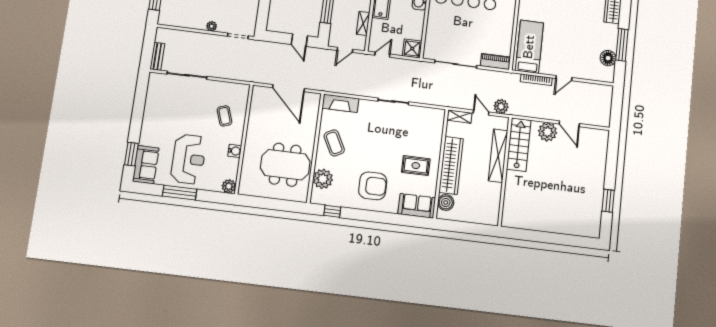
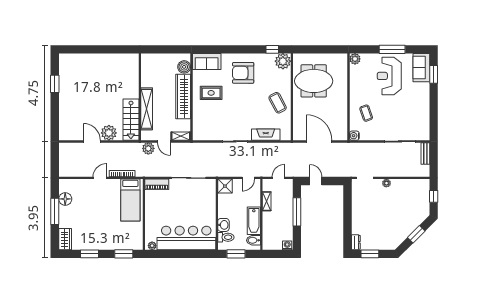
fireplace: (340, 103) -> (266, 135), moved
water cooler: (235, 151) -> (354, 136), moved
plant: (323, 179) -> (283, 61), moved

